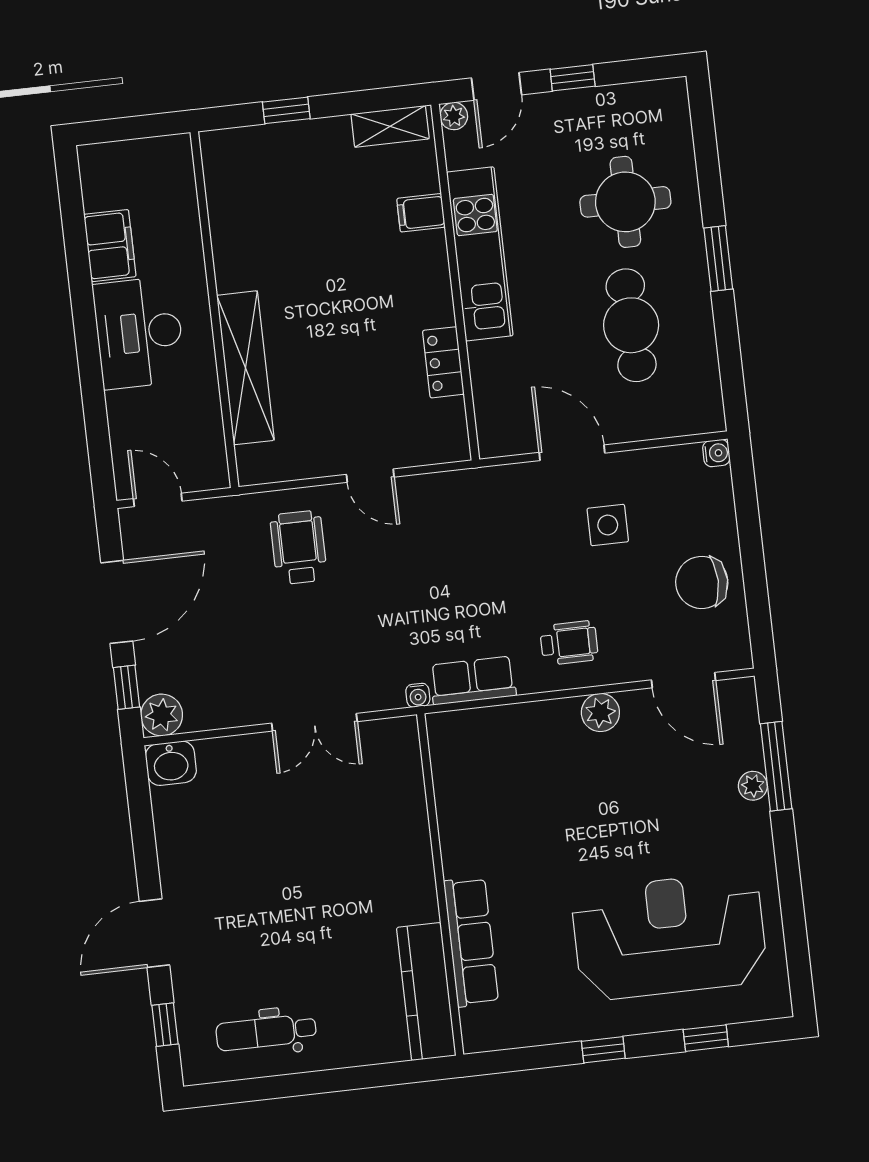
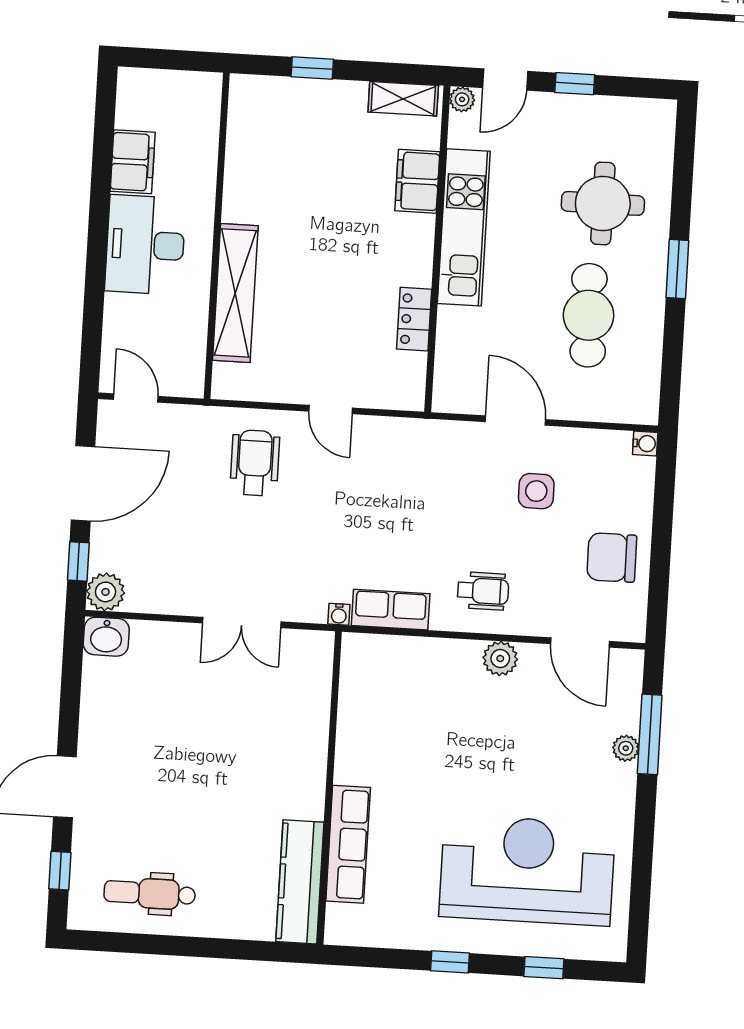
filing cabinet: (421, 213) -> (417, 181), width x2.00

